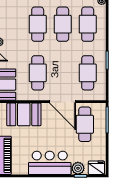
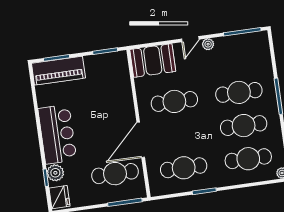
booth: (24, 114) -> (117, 91), removed

